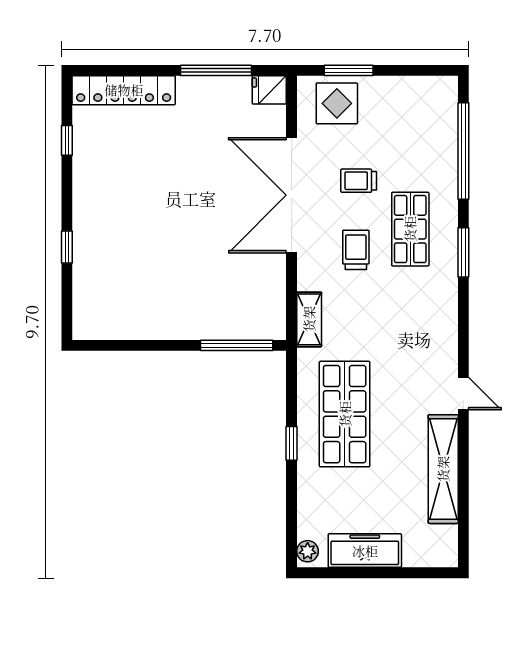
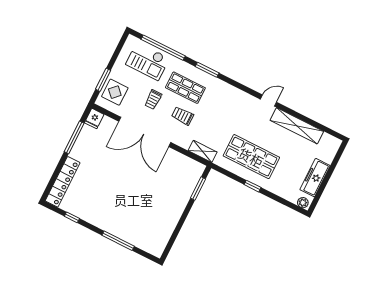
checkout: (424, 135) -> (148, 61), added
window: (67, 247) -> (118, 241), width x2.17
window: (237, 345) -> (198, 188), width x0.69

